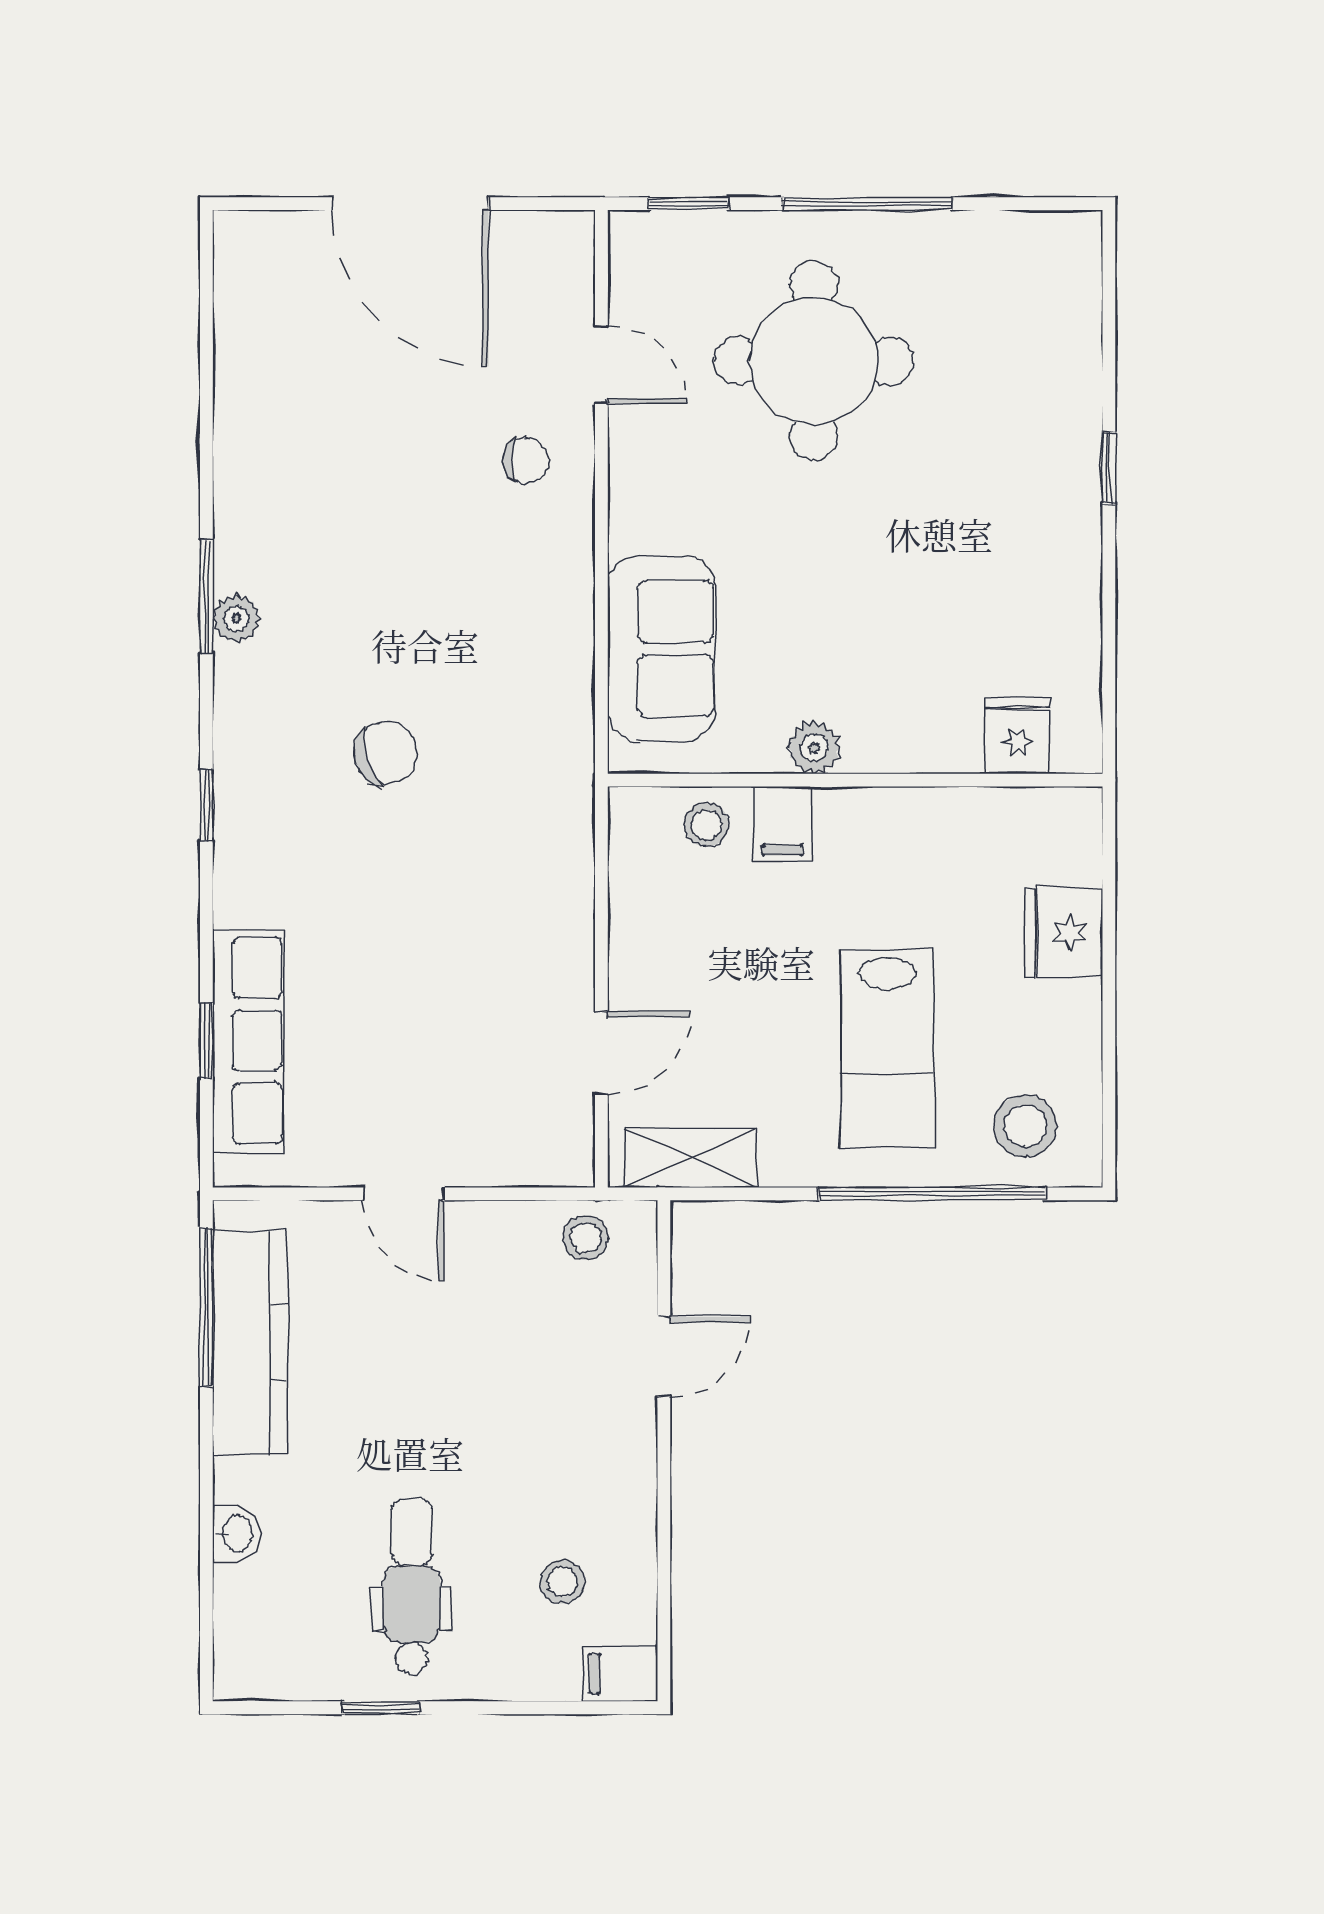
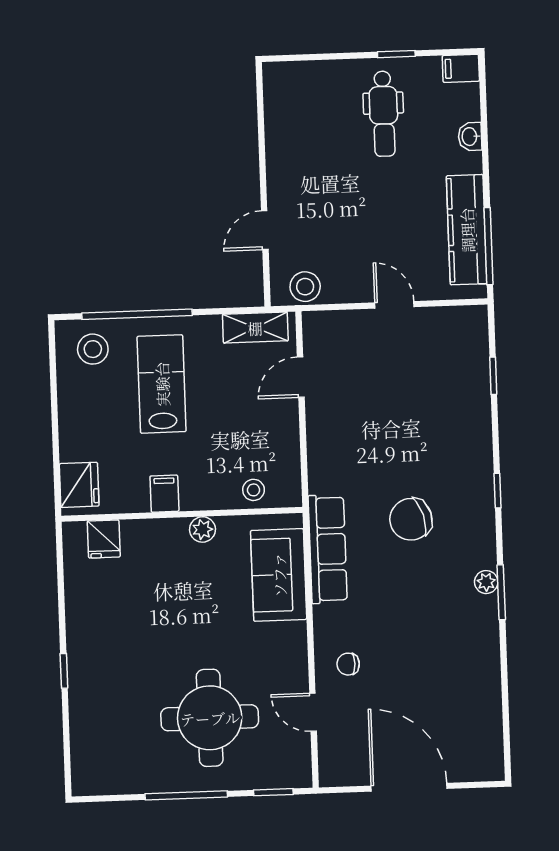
chair: (386, 753) -> (411, 519), width x1.37, depth x1.37
filing cabinet: (782, 824) -> (164, 494), moved
fridge: (1064, 933) -> (79, 485), moved
row of seats: (249, 1041) -> (328, 549), moved, turned 180
stool: (586, 1238) -> (305, 287), width x1.37, depth x1.37
stool: (562, 1582) -> (310, 119), removed
filing cabinet: (621, 1674) -> (461, 68), moved, turned 180

